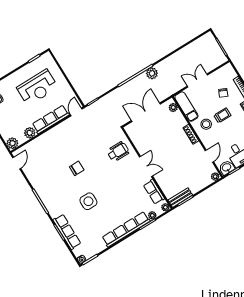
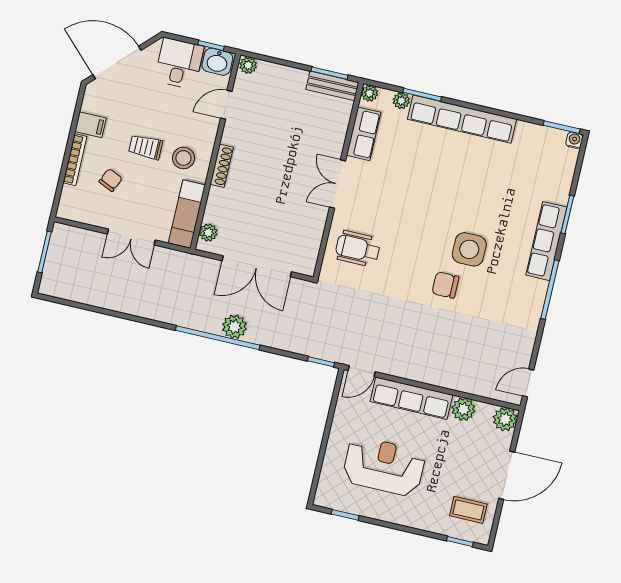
plant: (152, 73) -> (235, 327), moved
side table: (88, 201) -> (469, 249), moved
row of seats: (67, 232) -> (546, 241), moved

